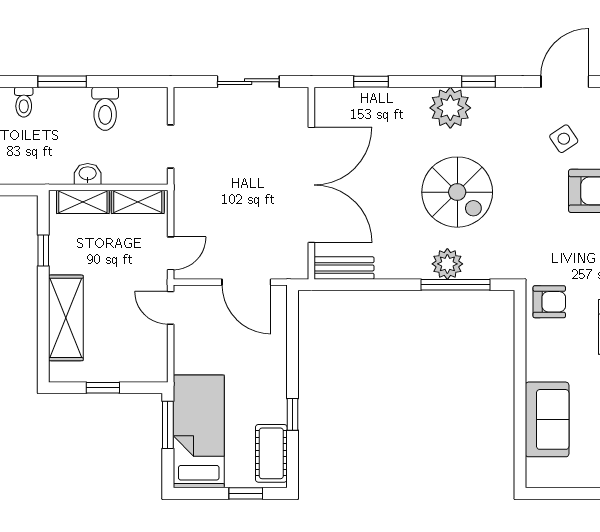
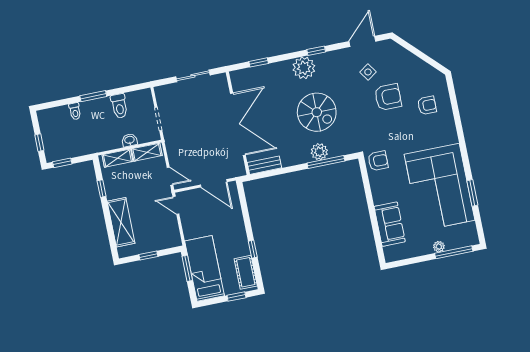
washbasin: (88, 174) -> (130, 140), moved
door: (171, 253) -> (170, 176), hinge flipped

